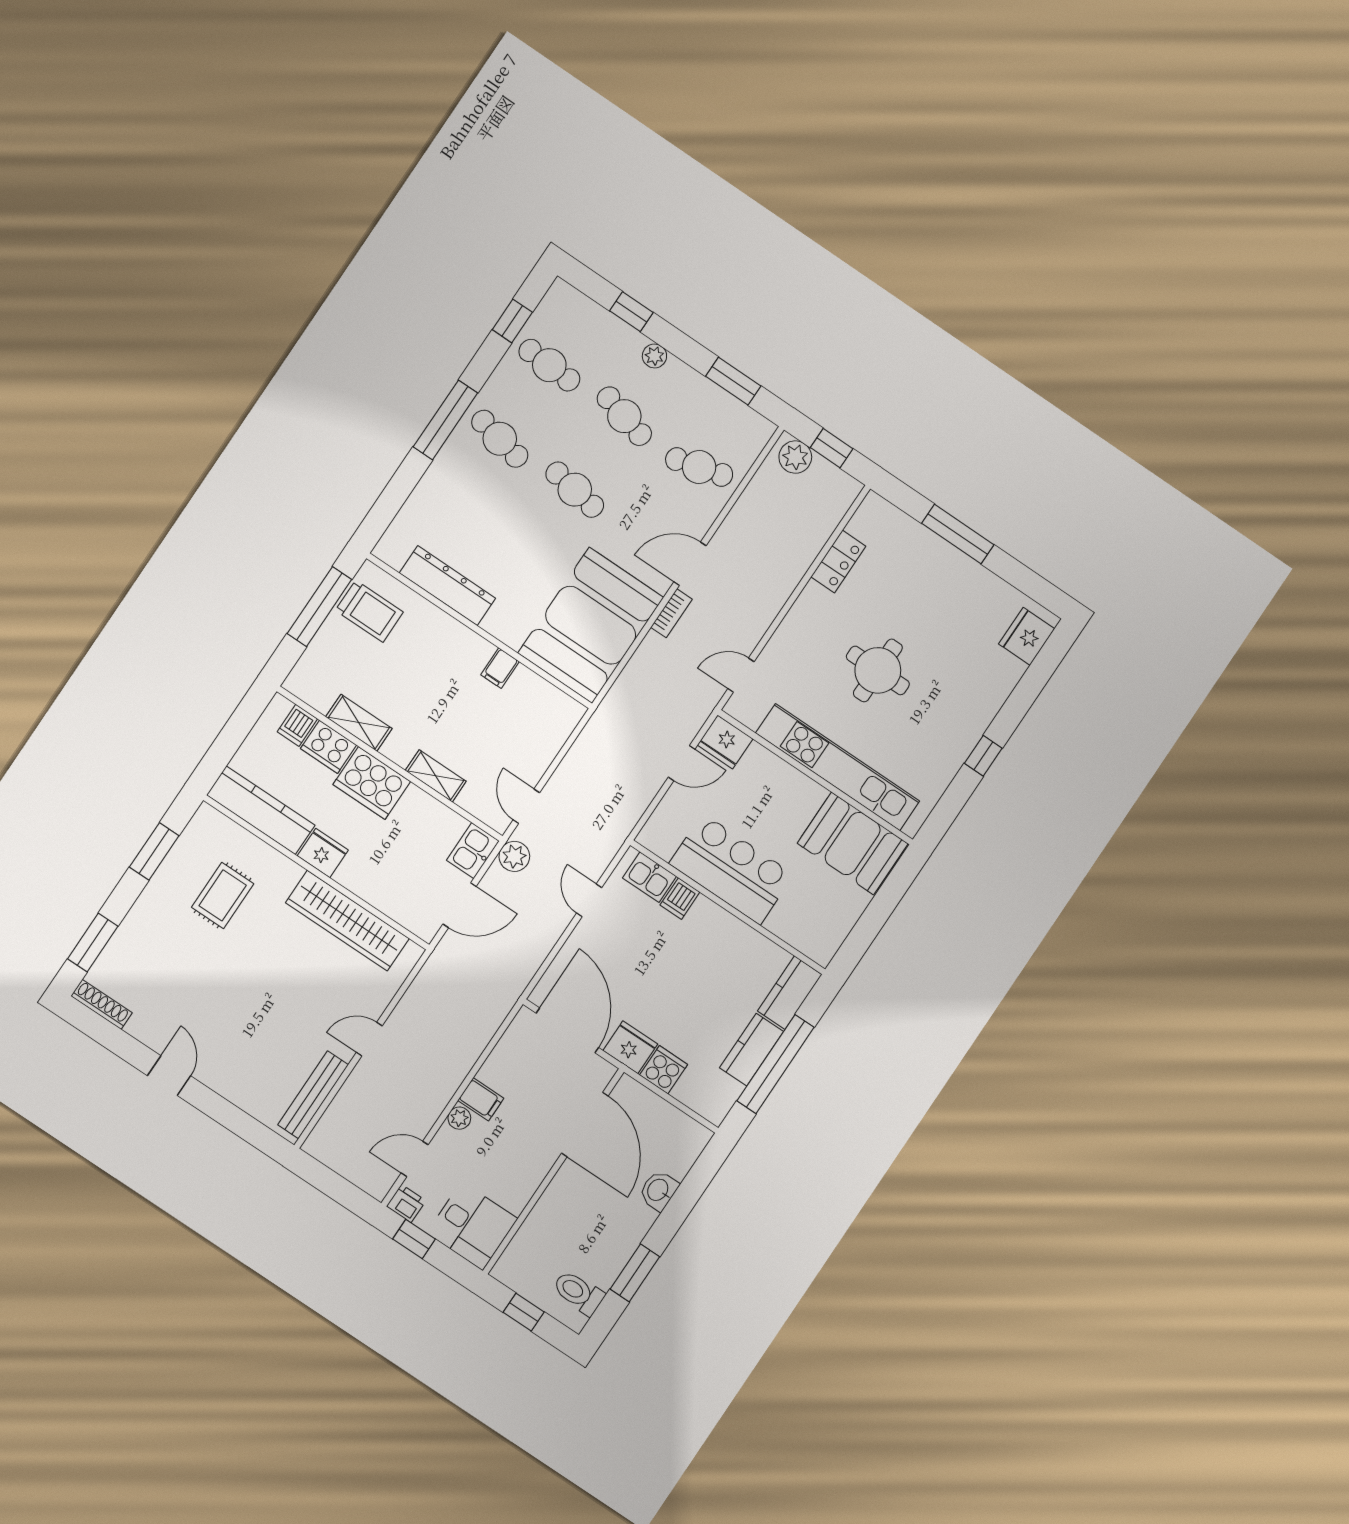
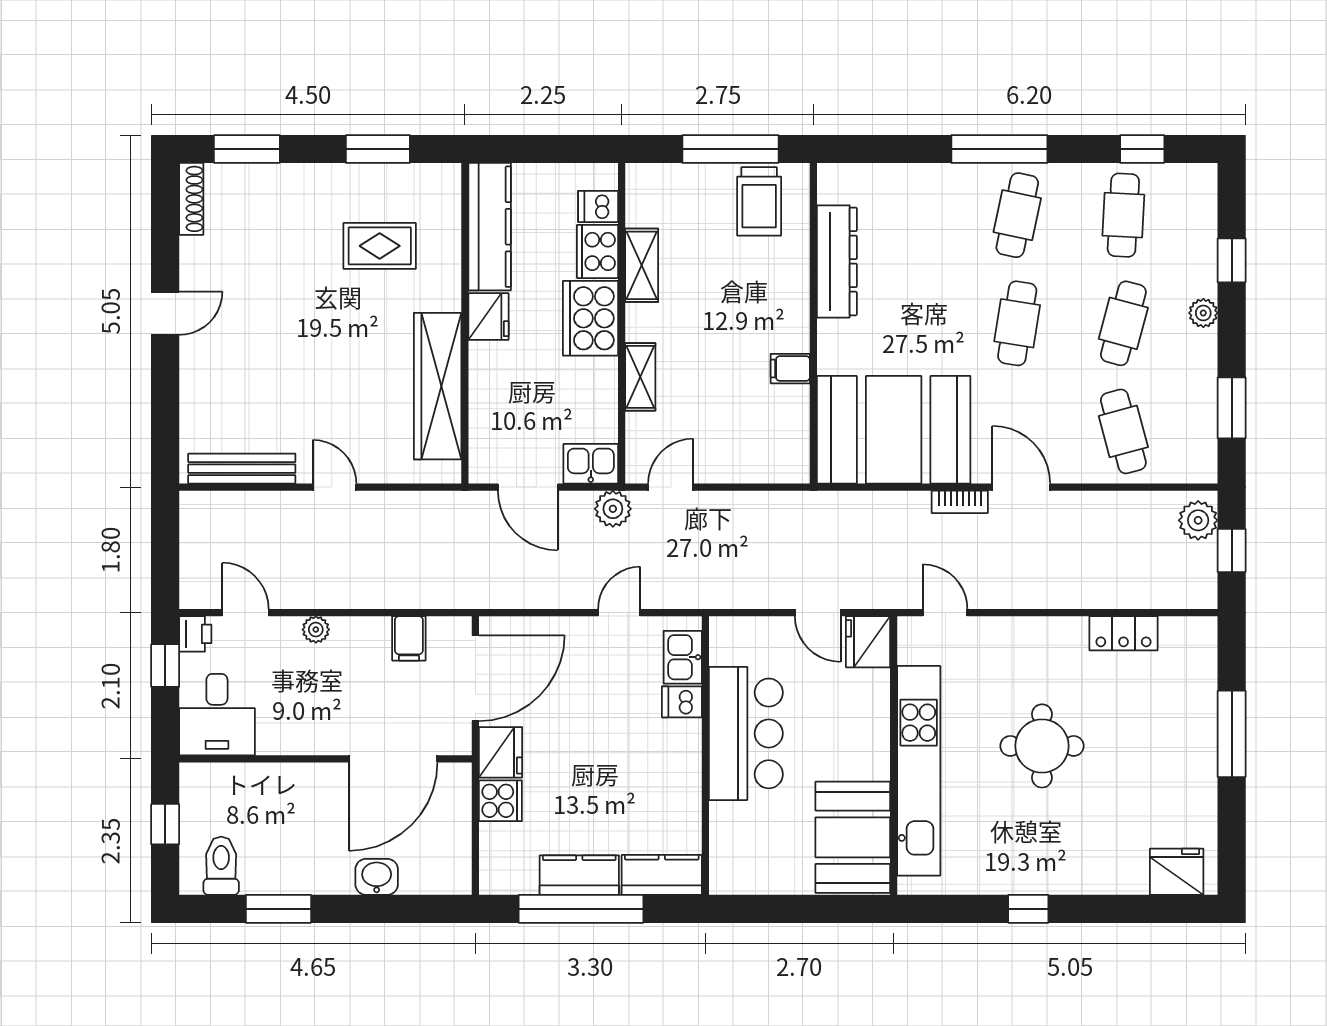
filing cabinet: (481, 1099) -> (409, 638), moved

